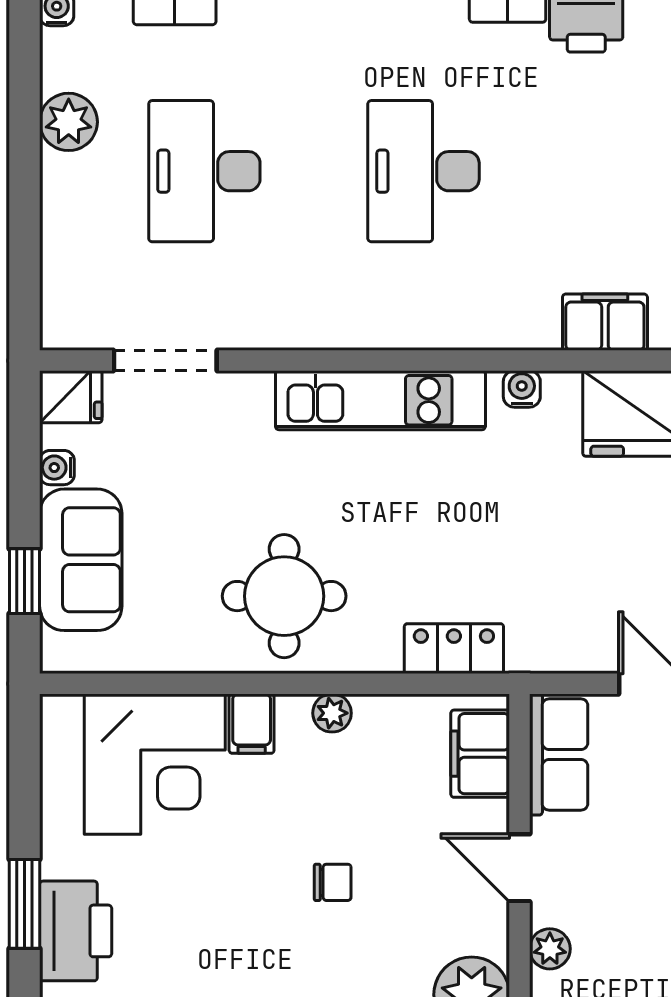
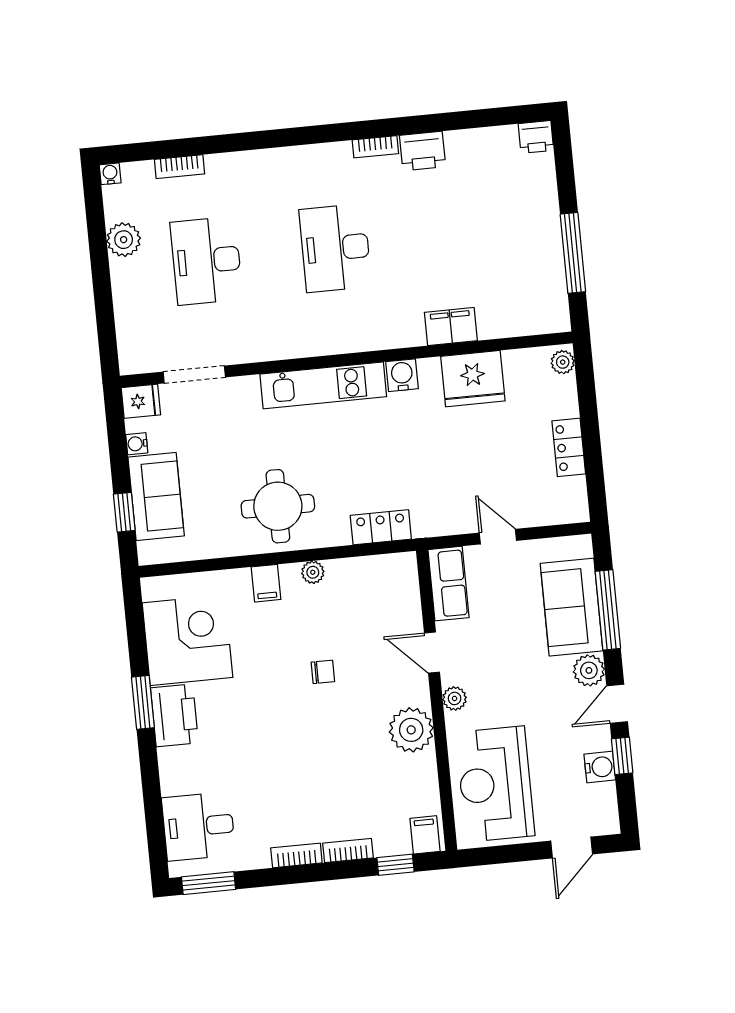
water cooler: (522, 389) -> (402, 375), width x1.38, depth x1.38
filing cabinet: (480, 754) -> (402, 588), removed
corner desk: (155, 764) -> (188, 640), moved, turned -90

